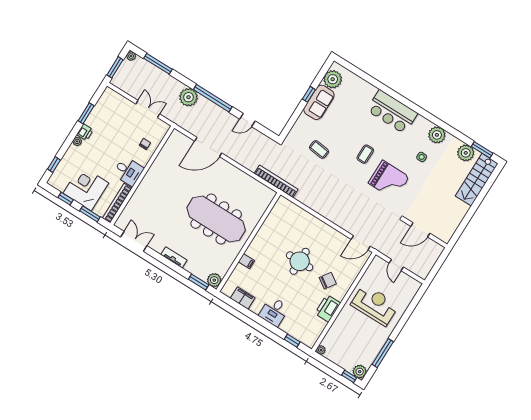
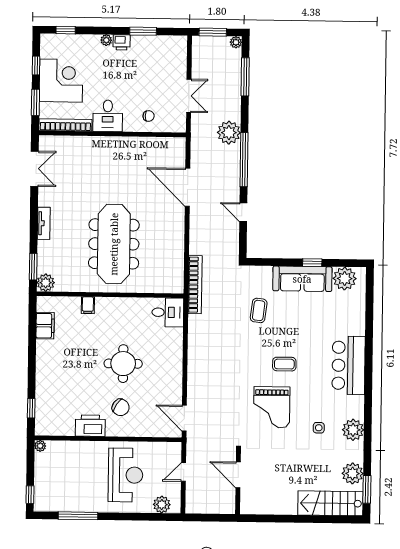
sofa: (319, 102) -> (302, 279), width x1.36
desk: (274, 311) -> (168, 312), moved, turned 180
plant: (360, 372) -> (162, 505), moved

